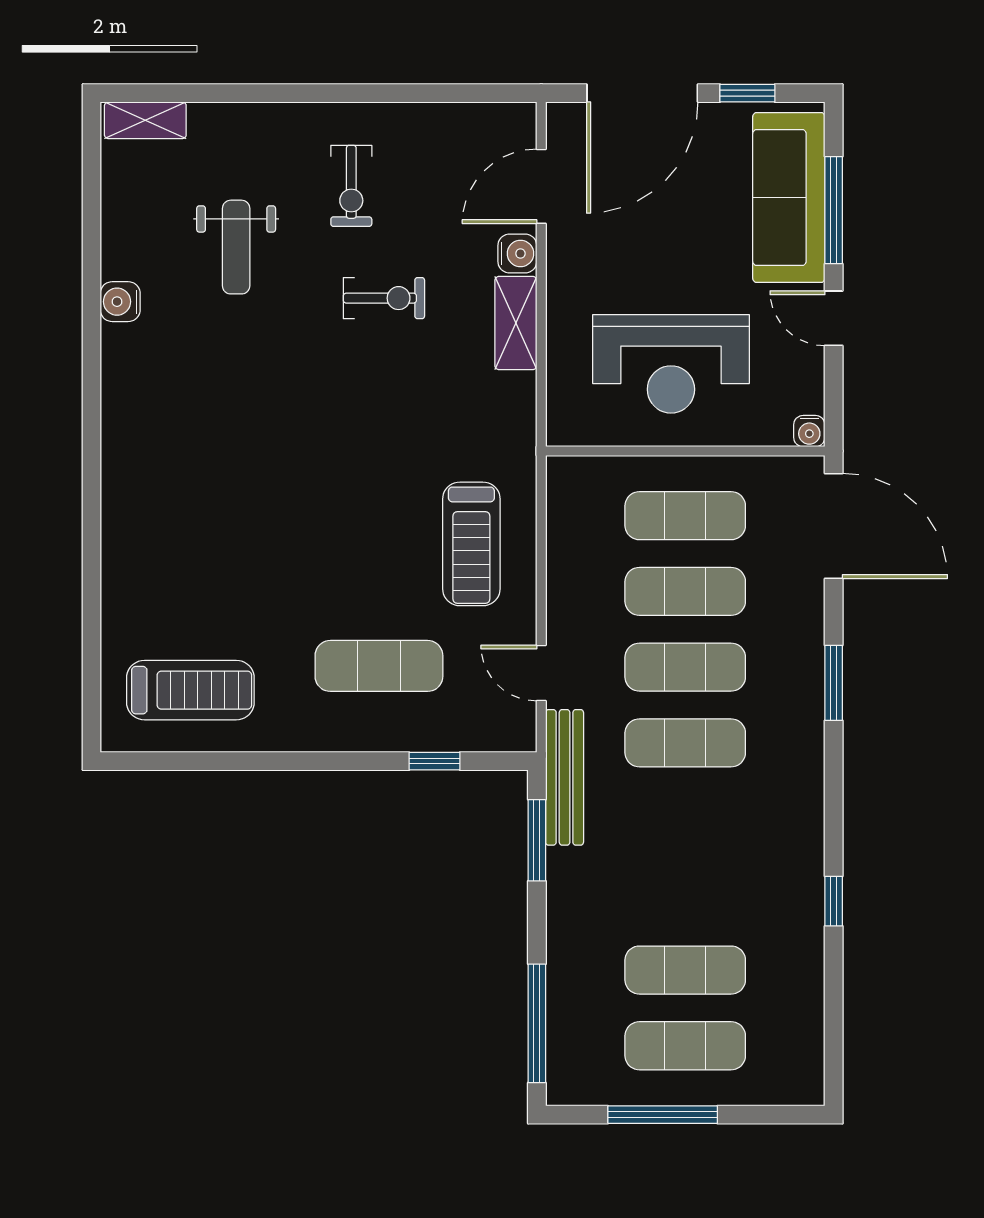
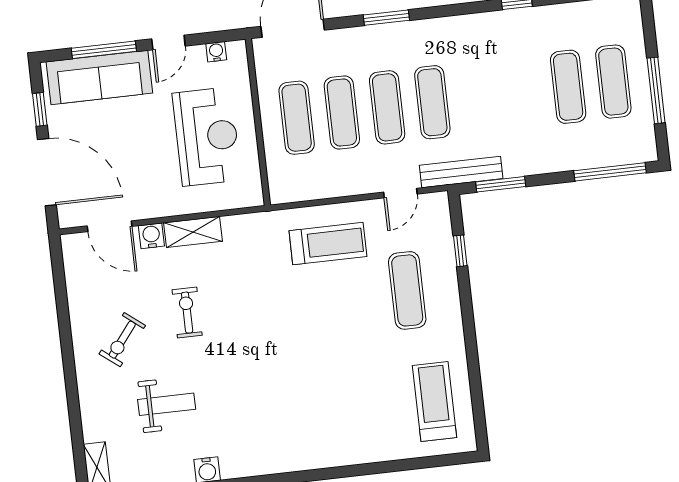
exercise bike: (351, 186) -> (122, 340), turned 128
water cooler: (809, 431) -> (216, 52), moved, turned -90

